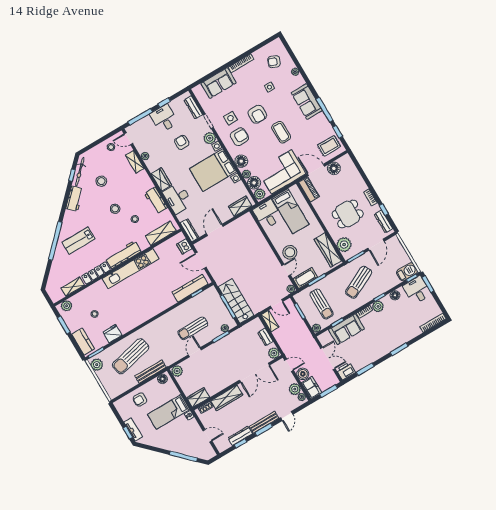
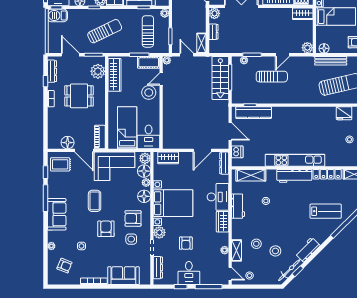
stool: (115, 209) -> (256, 244), moved
door: (376, 245) -> (70, 55), hinge flipped

